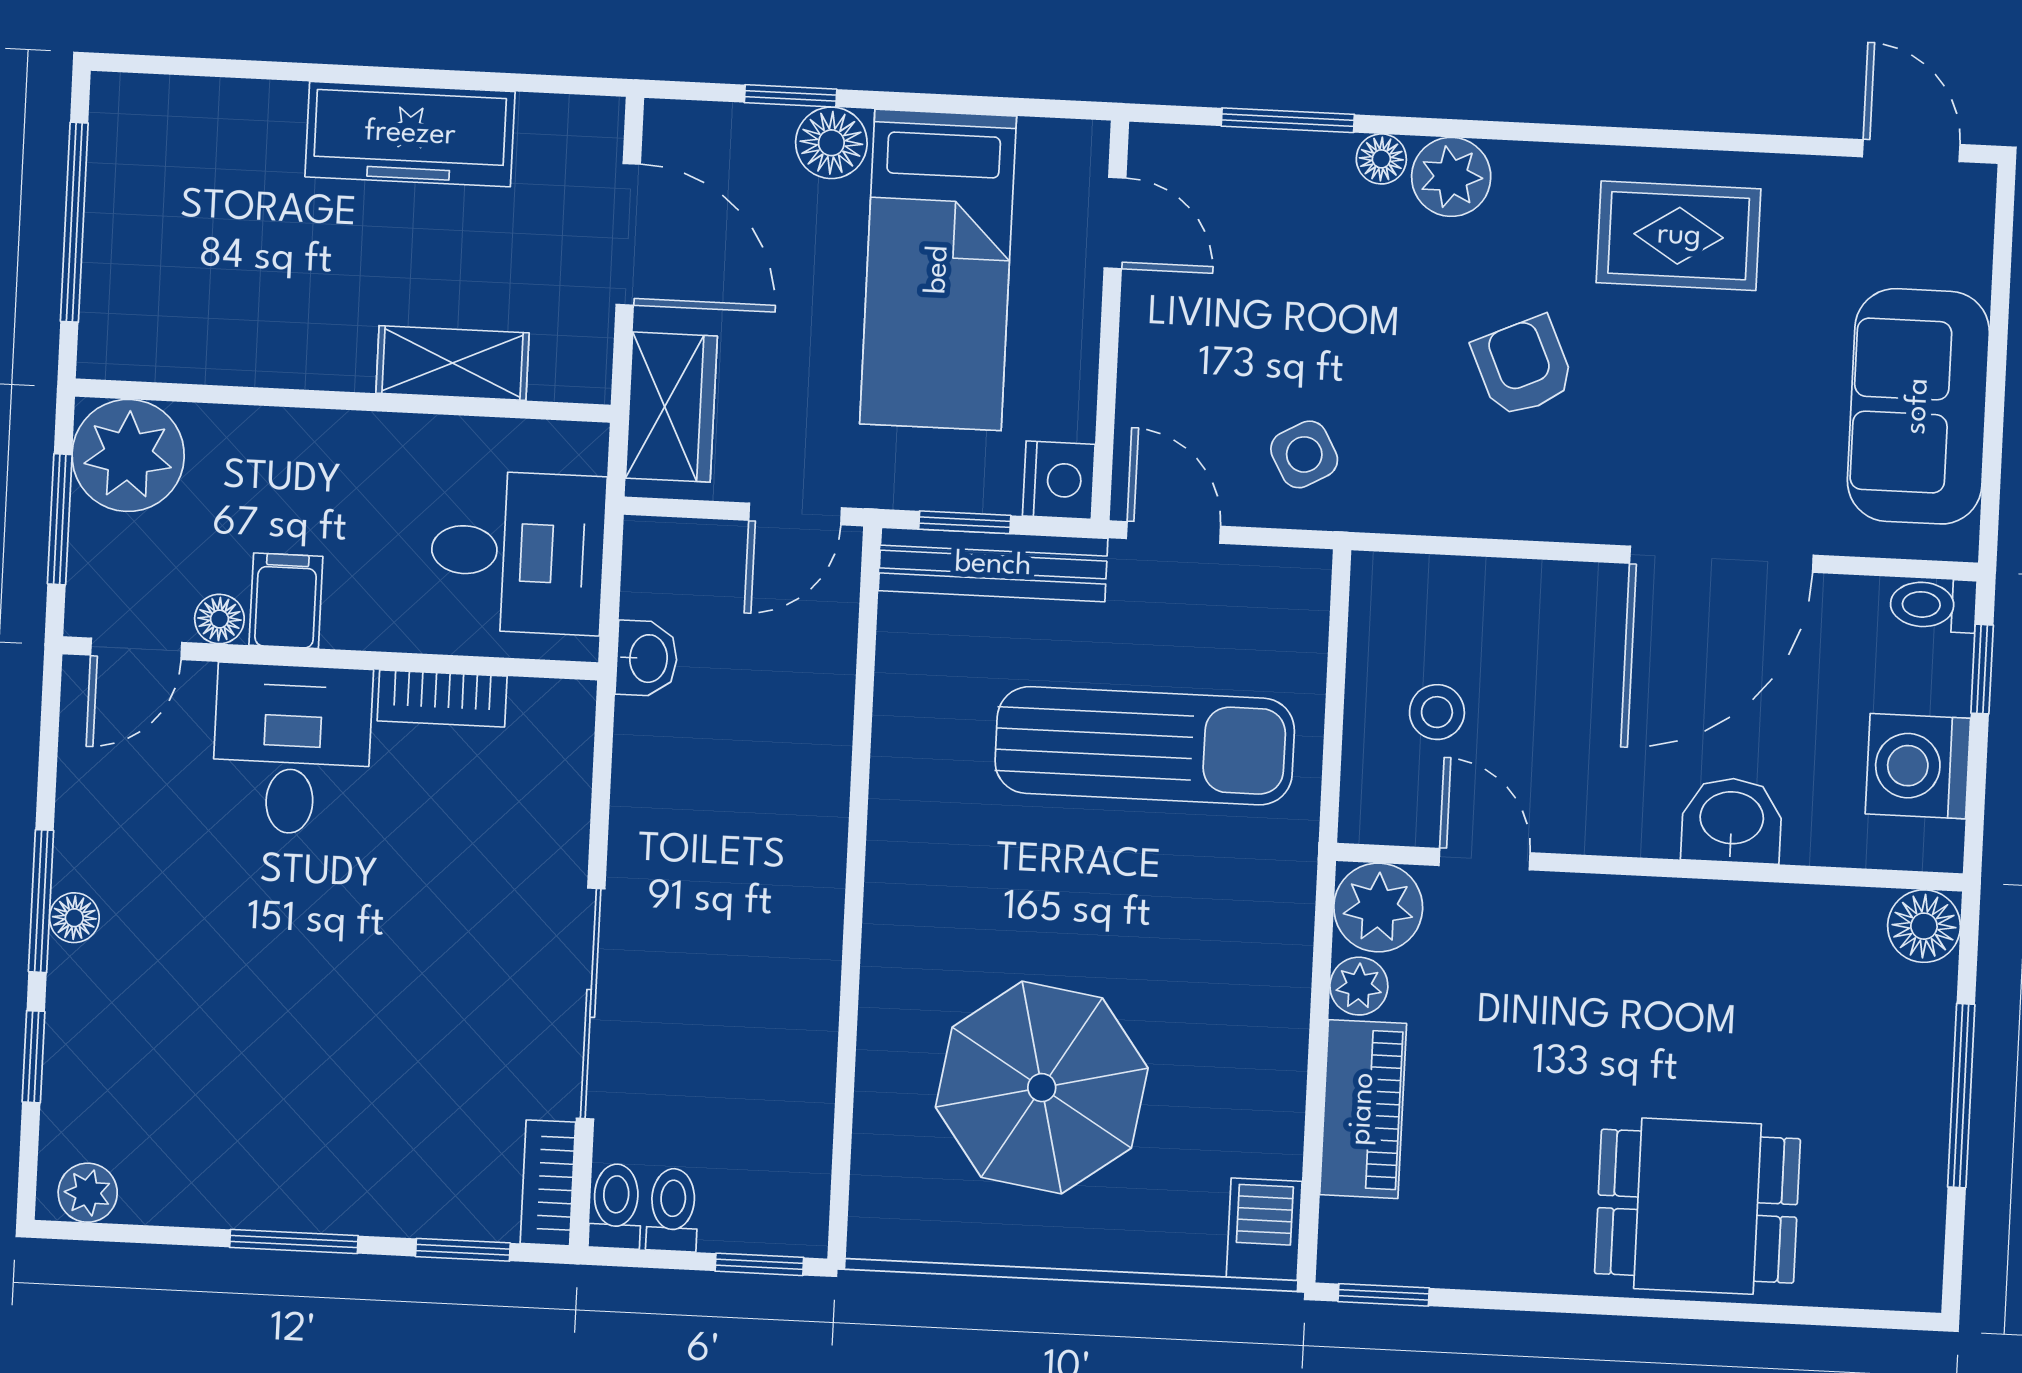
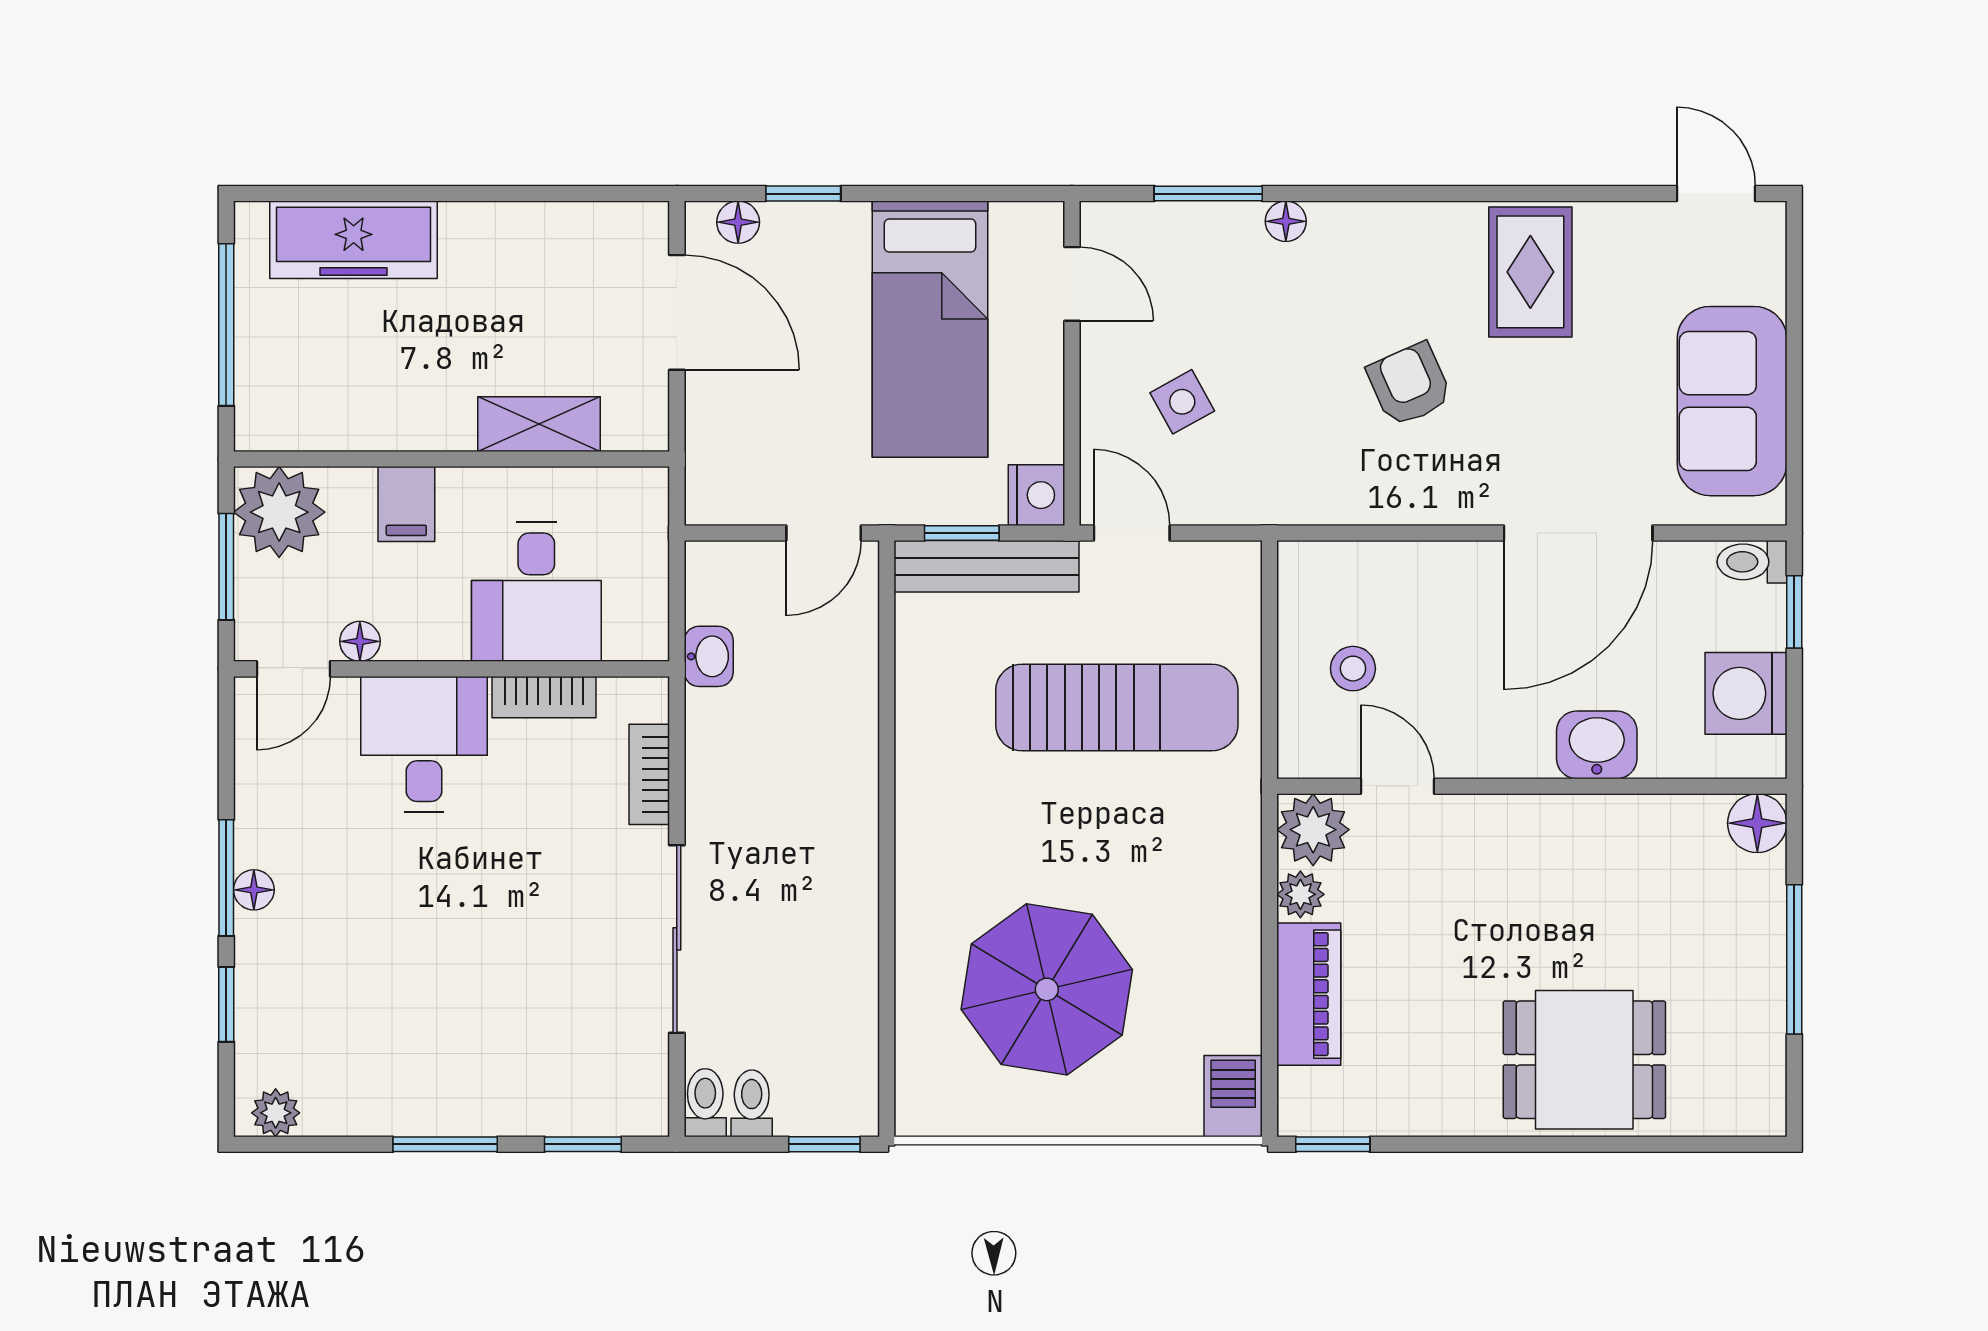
freezer: (410, 134) -> (354, 240), moved
floor lamp: (831, 143) -> (738, 222), moved, width x0.73, depth x0.73
plant: (1451, 177) -> (1343, 233), removed
rug: (1679, 236) -> (1530, 272), turned 90
wardrobe: (671, 407) -> (719, 451), removed
side table: (1304, 454) -> (1182, 402), moved
desk: (518, 552) -> (536, 592), moved, turned 90
filing cabinet: (286, 601) -> (406, 504), moved, turned 180
bookcase: (548, 1183) -> (649, 774), moved

